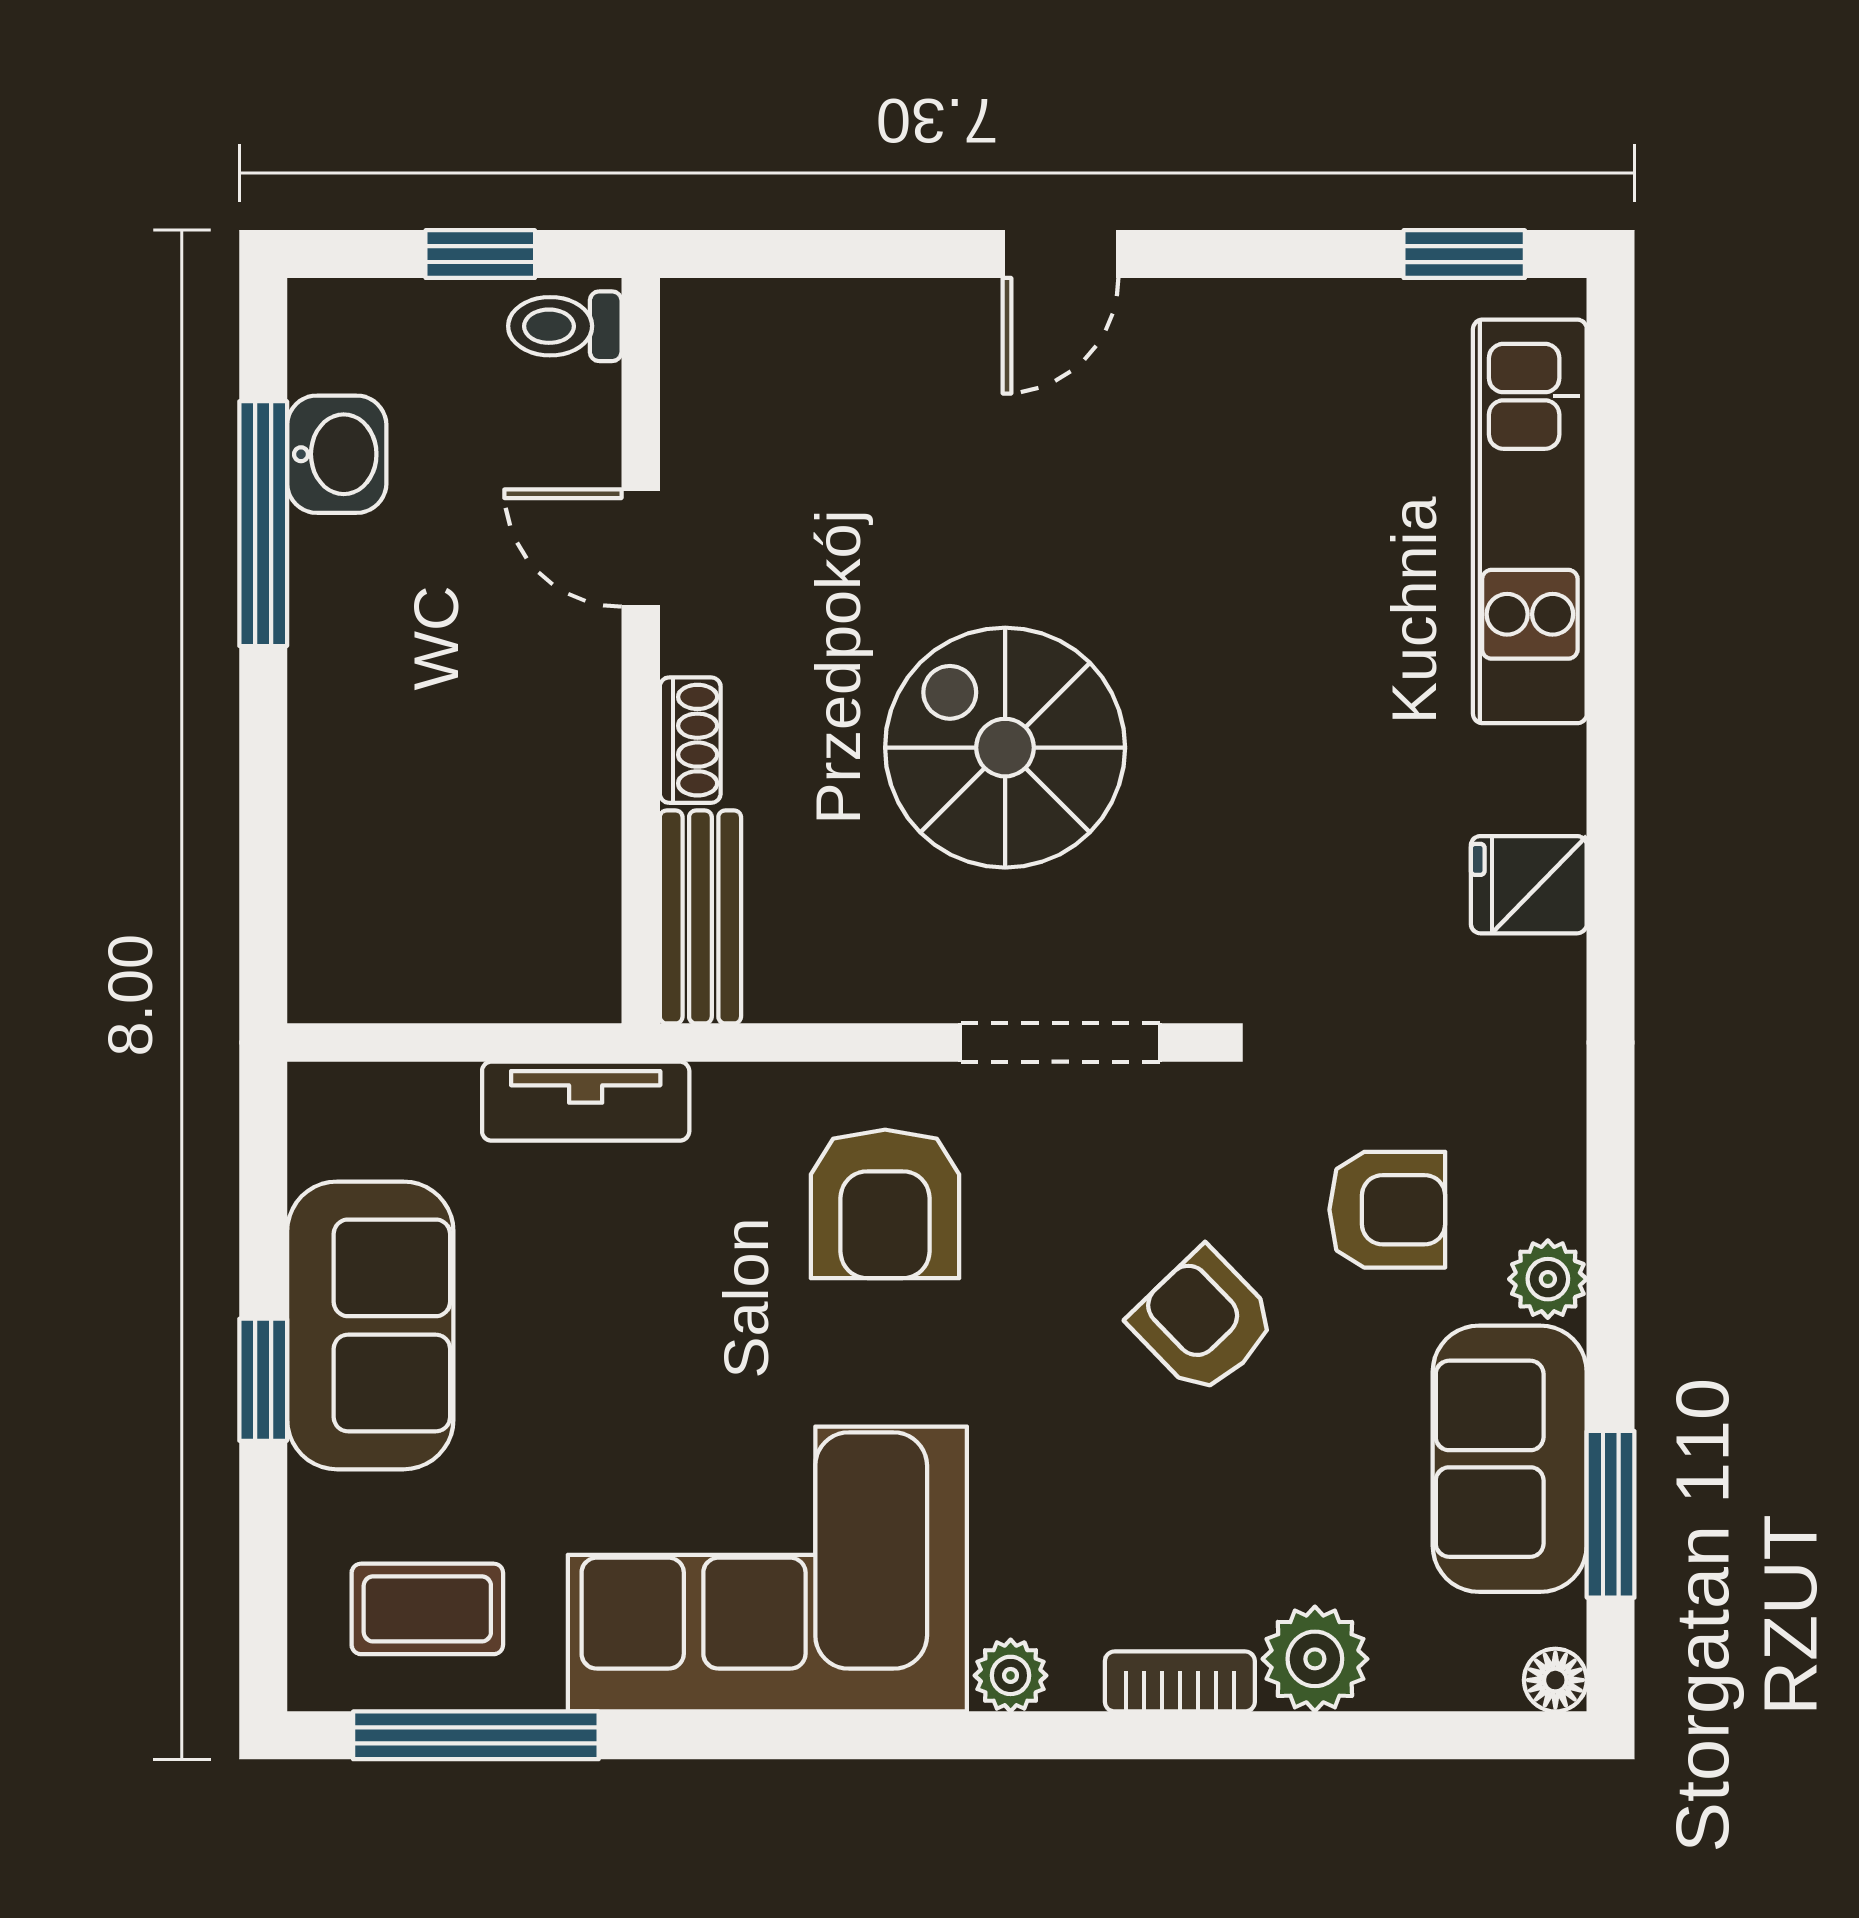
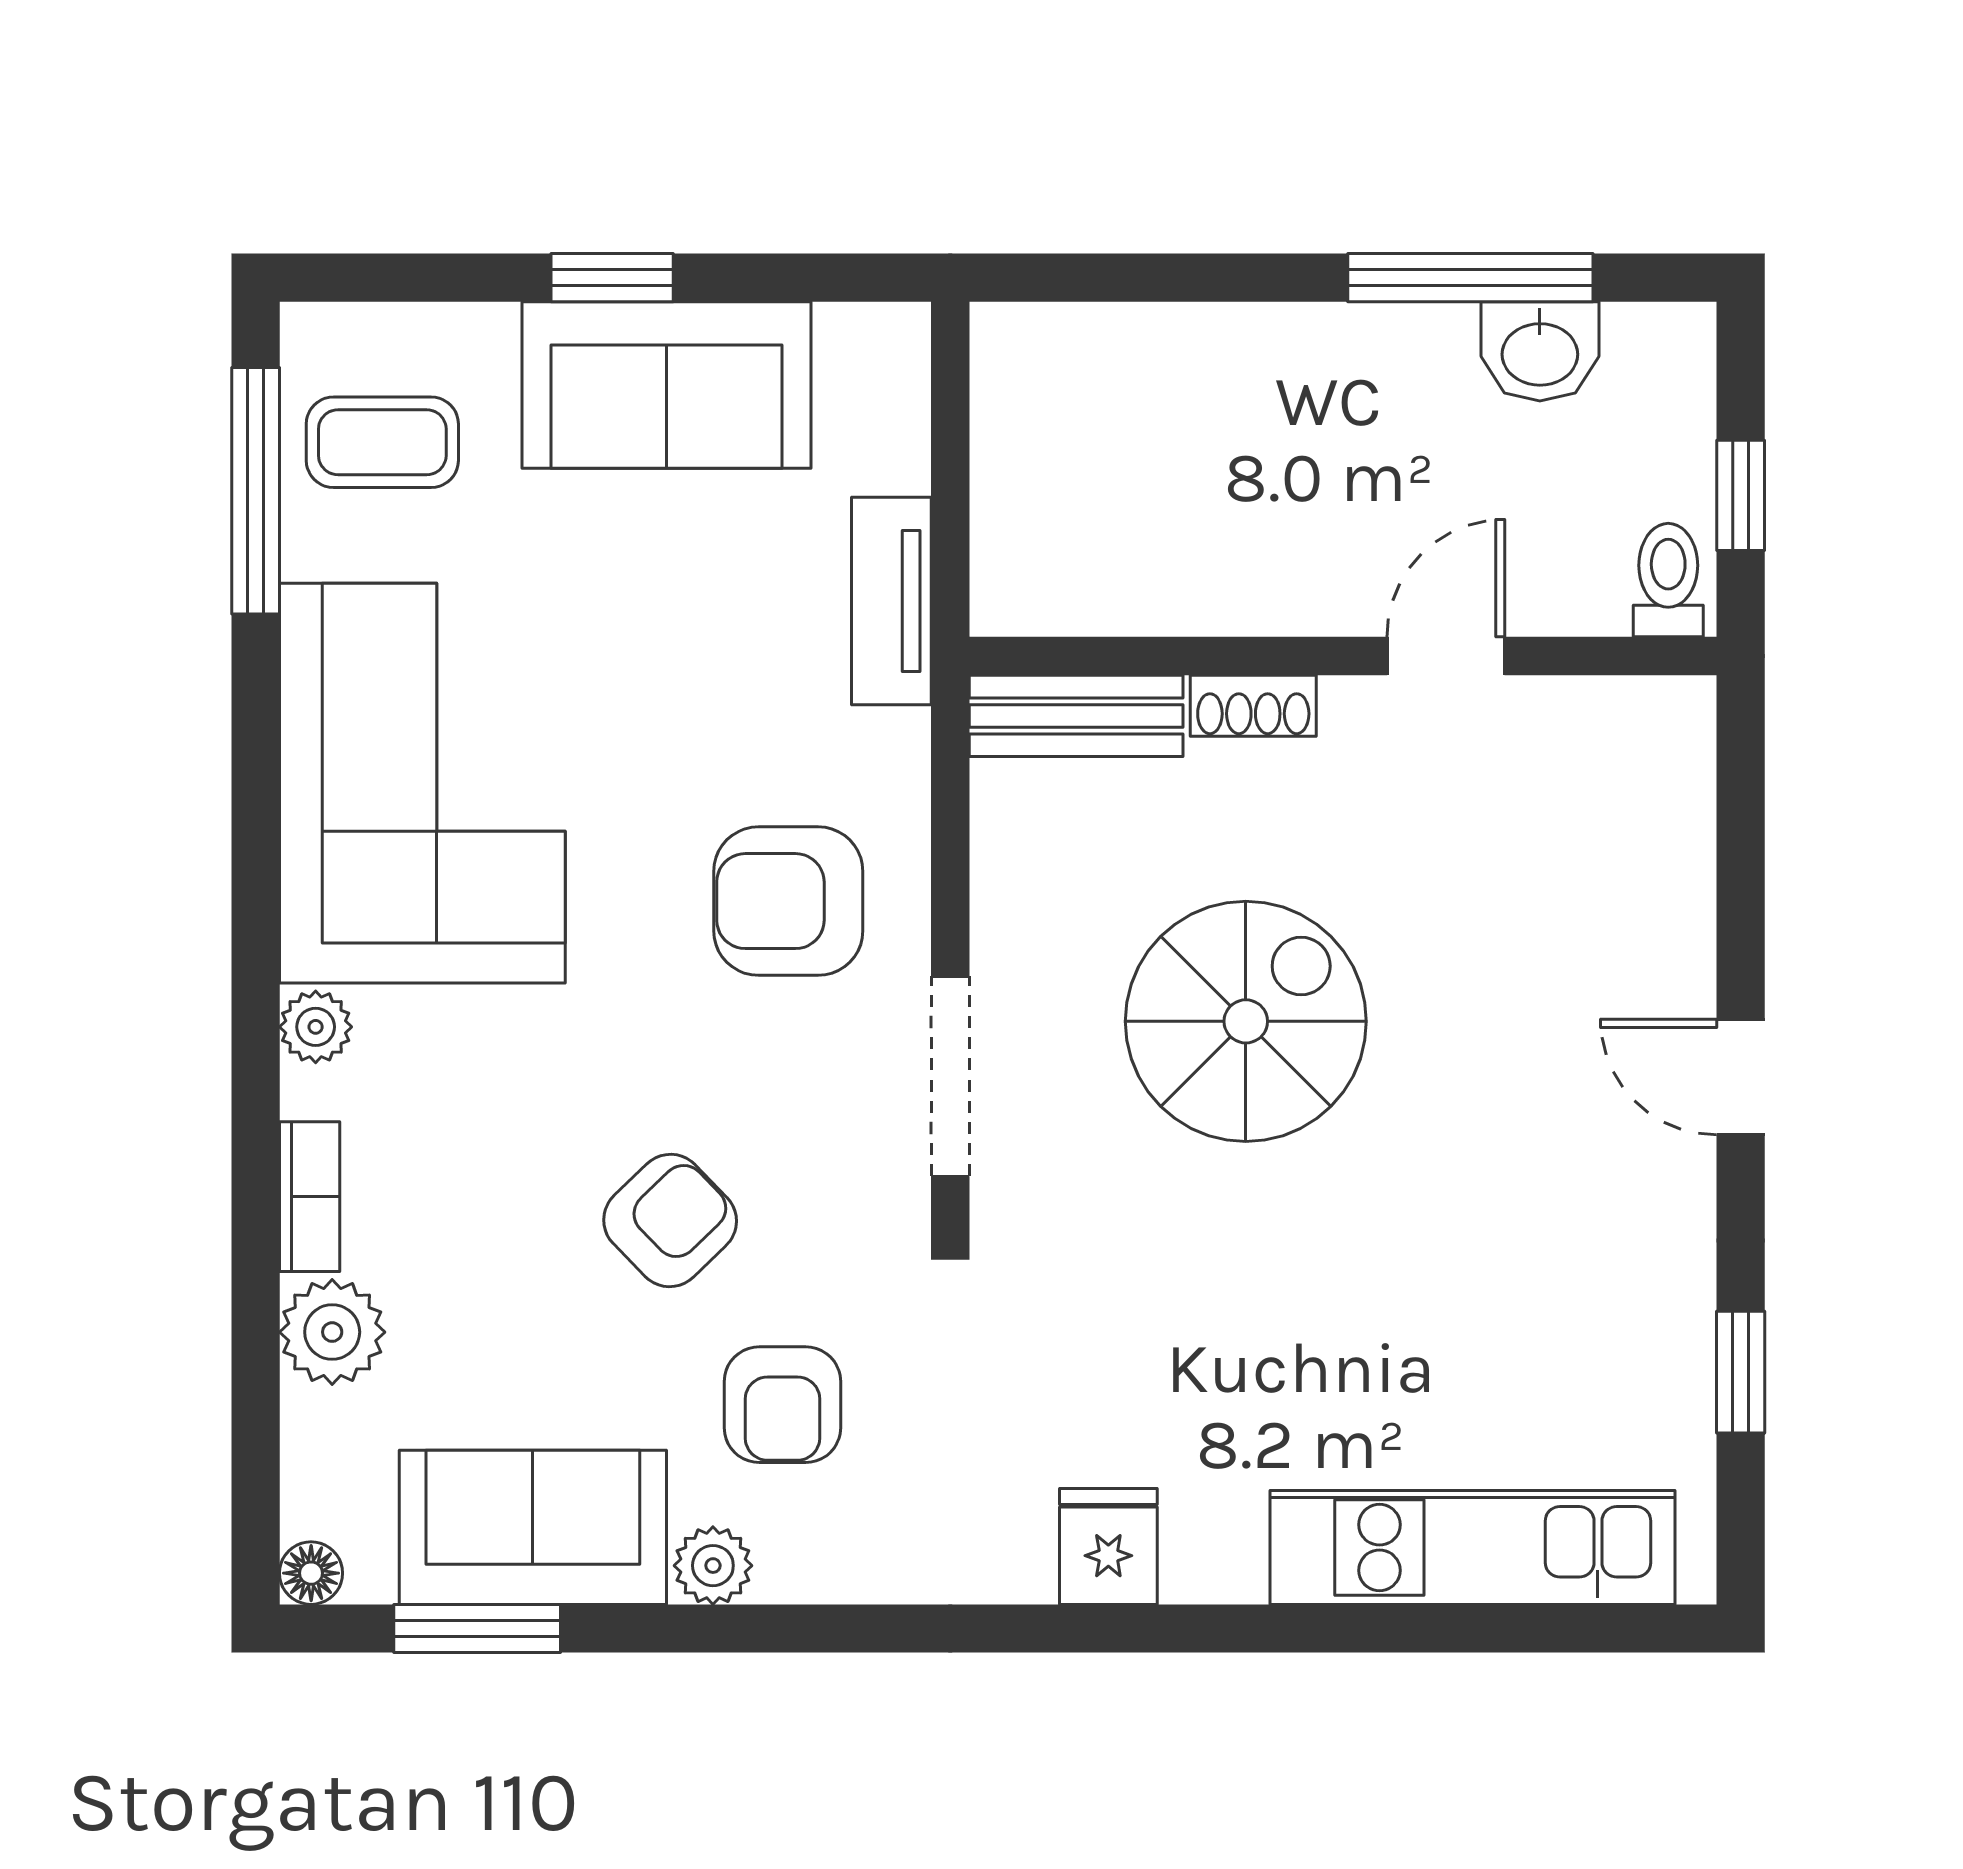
window: (1464, 254) -> (1741, 1372), moved
coffee table: (427, 1609) -> (382, 442), turned 90

